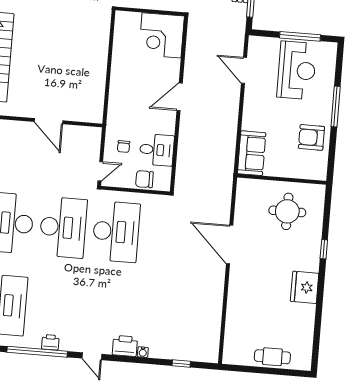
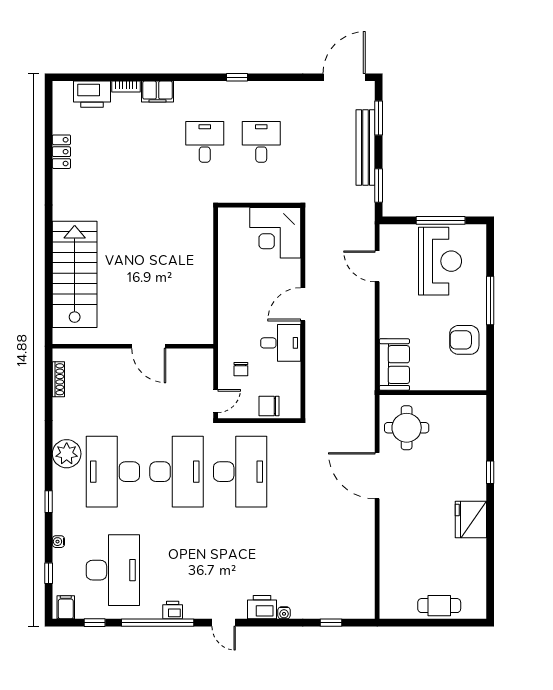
desk: (157, 150) -> (281, 343), moved
round table: (287, 211) -> (407, 428), moved

